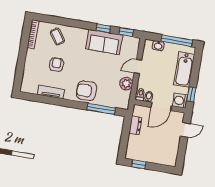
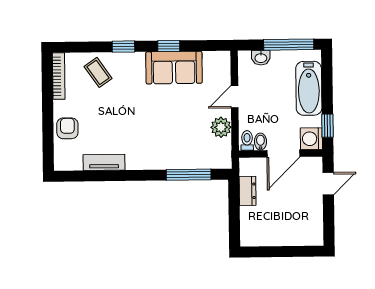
window: (126, 32) -> (123, 47), moved
armchair: (56, 65) -> (67, 128), moved
armchair: (86, 91) -> (160, 150), removed
window: (139, 164) -> (264, 252), removed

